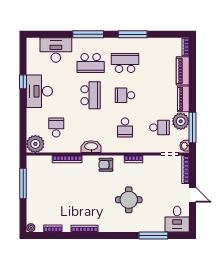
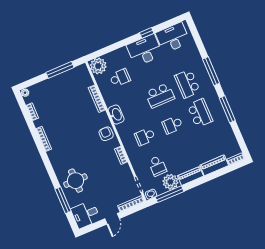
desk: (56, 50) -> (173, 38), moved, turned -90
school desk: (125, 95) -> (172, 125), turned -90
round table: (129, 200) -> (75, 181), moved

